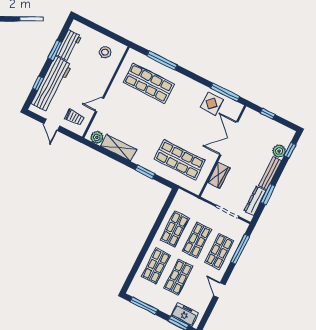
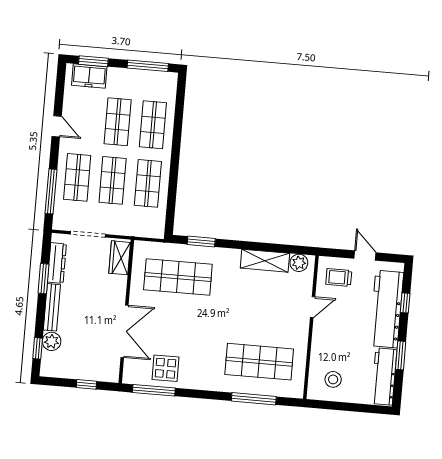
workbench: (69, 46) -> (384, 377), width x1.38
window: (145, 172) -> (201, 241), moved
wardrobe: (219, 175) -> (120, 258), moved

